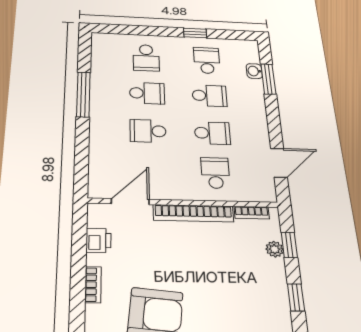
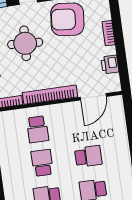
school desk: (212, 133) -> (42, 163), turned 90
round table: (225, 288) -> (25, 43), added

